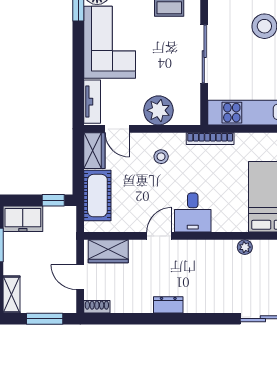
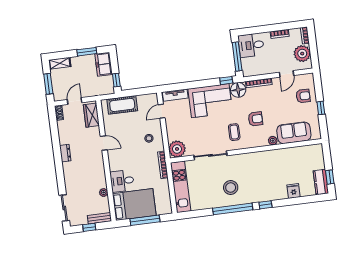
plant: (159, 110) -> (177, 149), moved
wardrobe: (94, 151) -> (148, 100), removed
desk: (193, 213) -> (122, 181), moved

